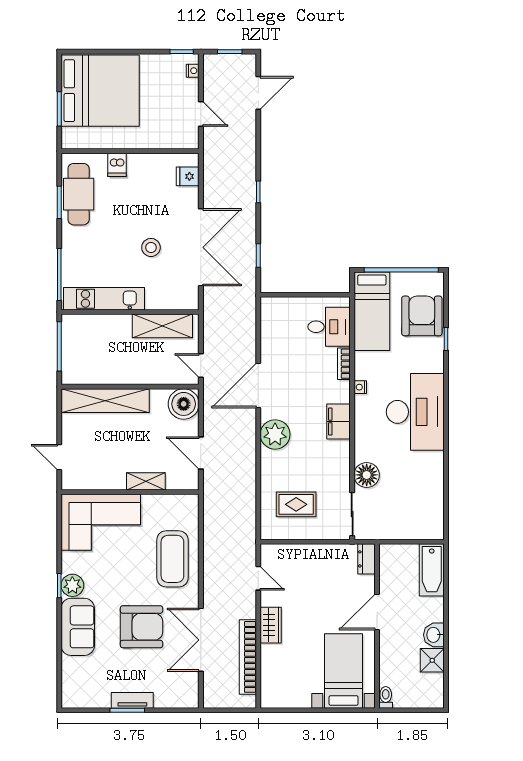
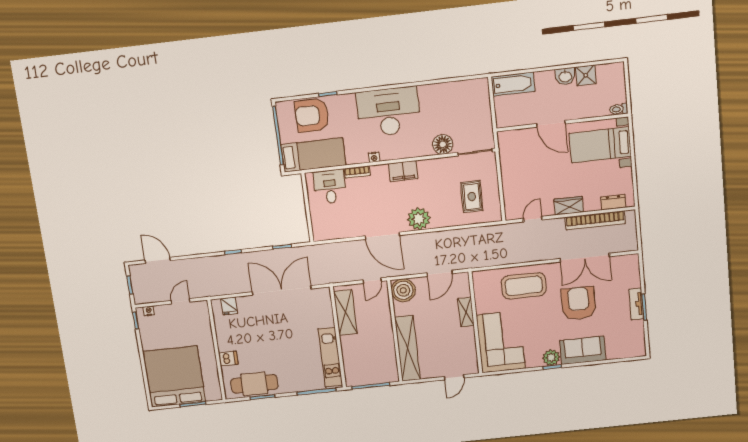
stool: (151, 247) -> (287, 327), removed
dresser: (367, 559) -> (613, 202), moved, turned 180

